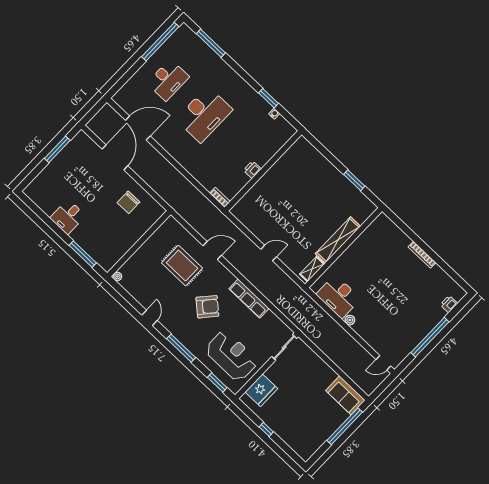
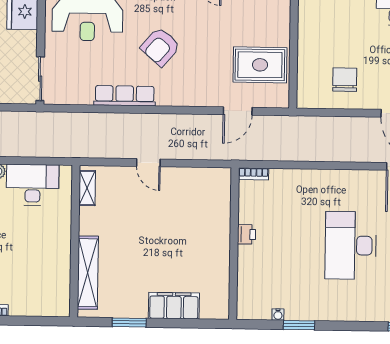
filing cabinet: (323, 168) -> (174, 306), added
shelving: (338, 240) -> (88, 273), moved
door: (212, 251) -> (238, 111), moved
door: (269, 253) -> (148, 163), hinge flipped
rug: (182, 266) -> (260, 65), moved

